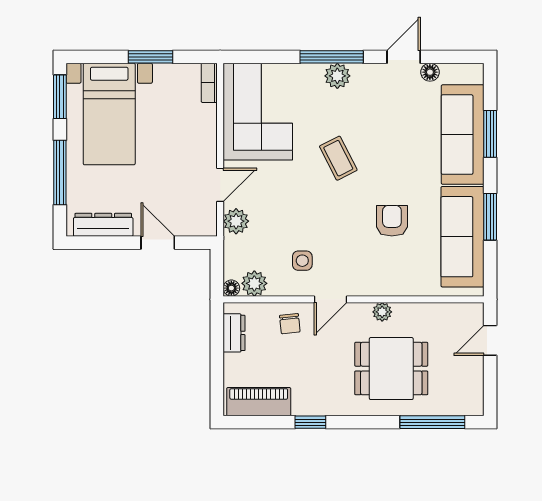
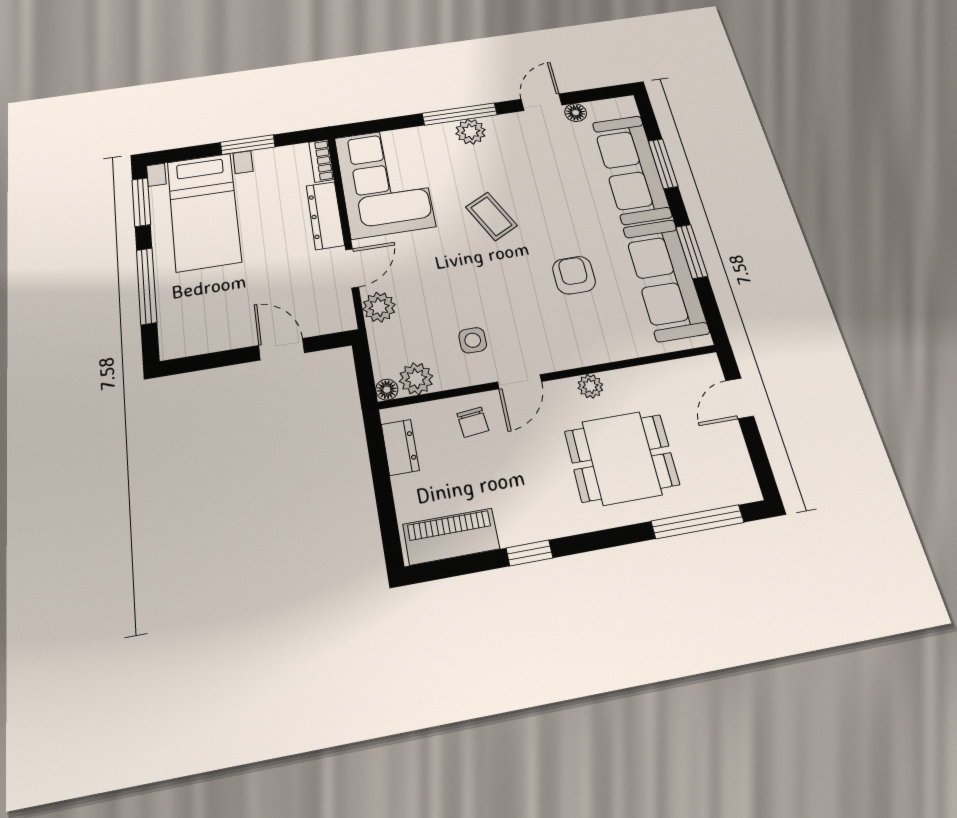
dresser: (103, 225) -> (325, 215), moved, turned -90

